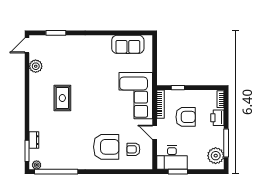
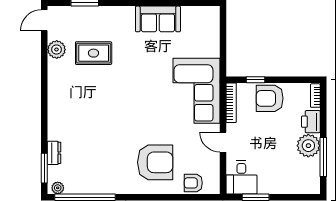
sofa: (128, 44) -> (158, 19), moved
rug: (62, 98) -> (94, 53), moved, turned 90
armchair: (186, 117) -> (270, 98), moved, turned 180
armchair: (133, 149) -> (193, 183), moved
plant: (216, 156) -> (308, 146), moved
desk: (172, 158) -> (241, 177), width x0.73

